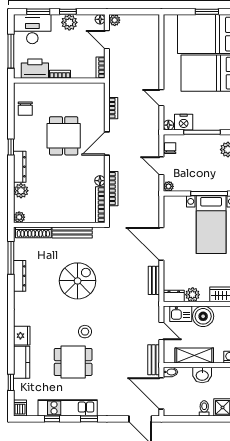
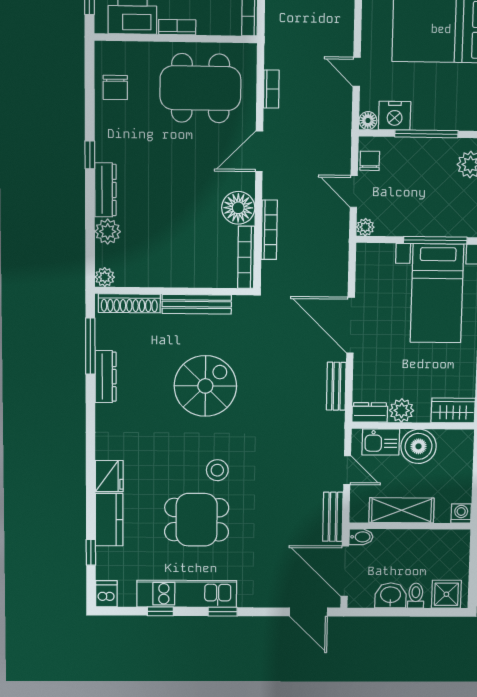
dining table: (64, 136) -> (200, 88), moved, width x1.37
floor lamp: (100, 181) -> (238, 208), width x1.89, depth x1.89
washbasin: (202, 375) -> (391, 595), moved, turned 180

